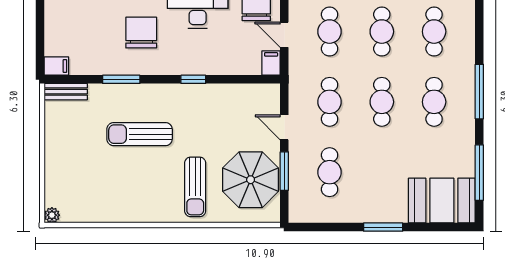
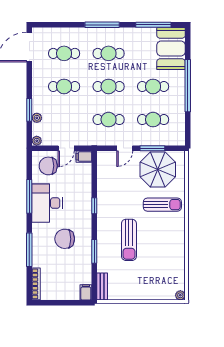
cafe table: (330, 32) -> (153, 86), moved
window: (383, 227) -> (188, 86), width x2.11

